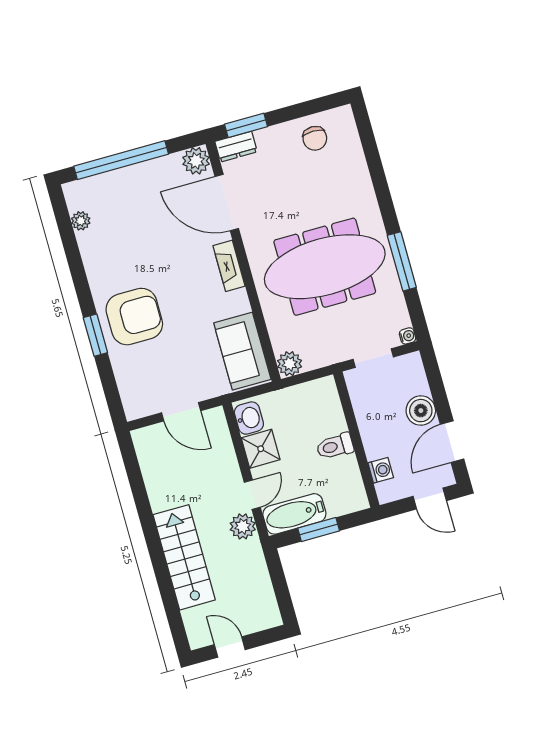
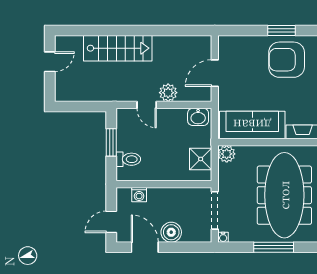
armchair: (134, 317) -> (287, 60), turned 90
sofa: (242, 351) -> (252, 125), width x1.36
doorway: (373, 358) -> (215, 210), width x1.38
toilet: (335, 446) -> (128, 159), moved, turned 90
shower: (261, 449) -> (201, 159), moved
bathtub: (294, 514) -> (126, 129), removed
plant: (243, 526) -> (168, 93), moved

